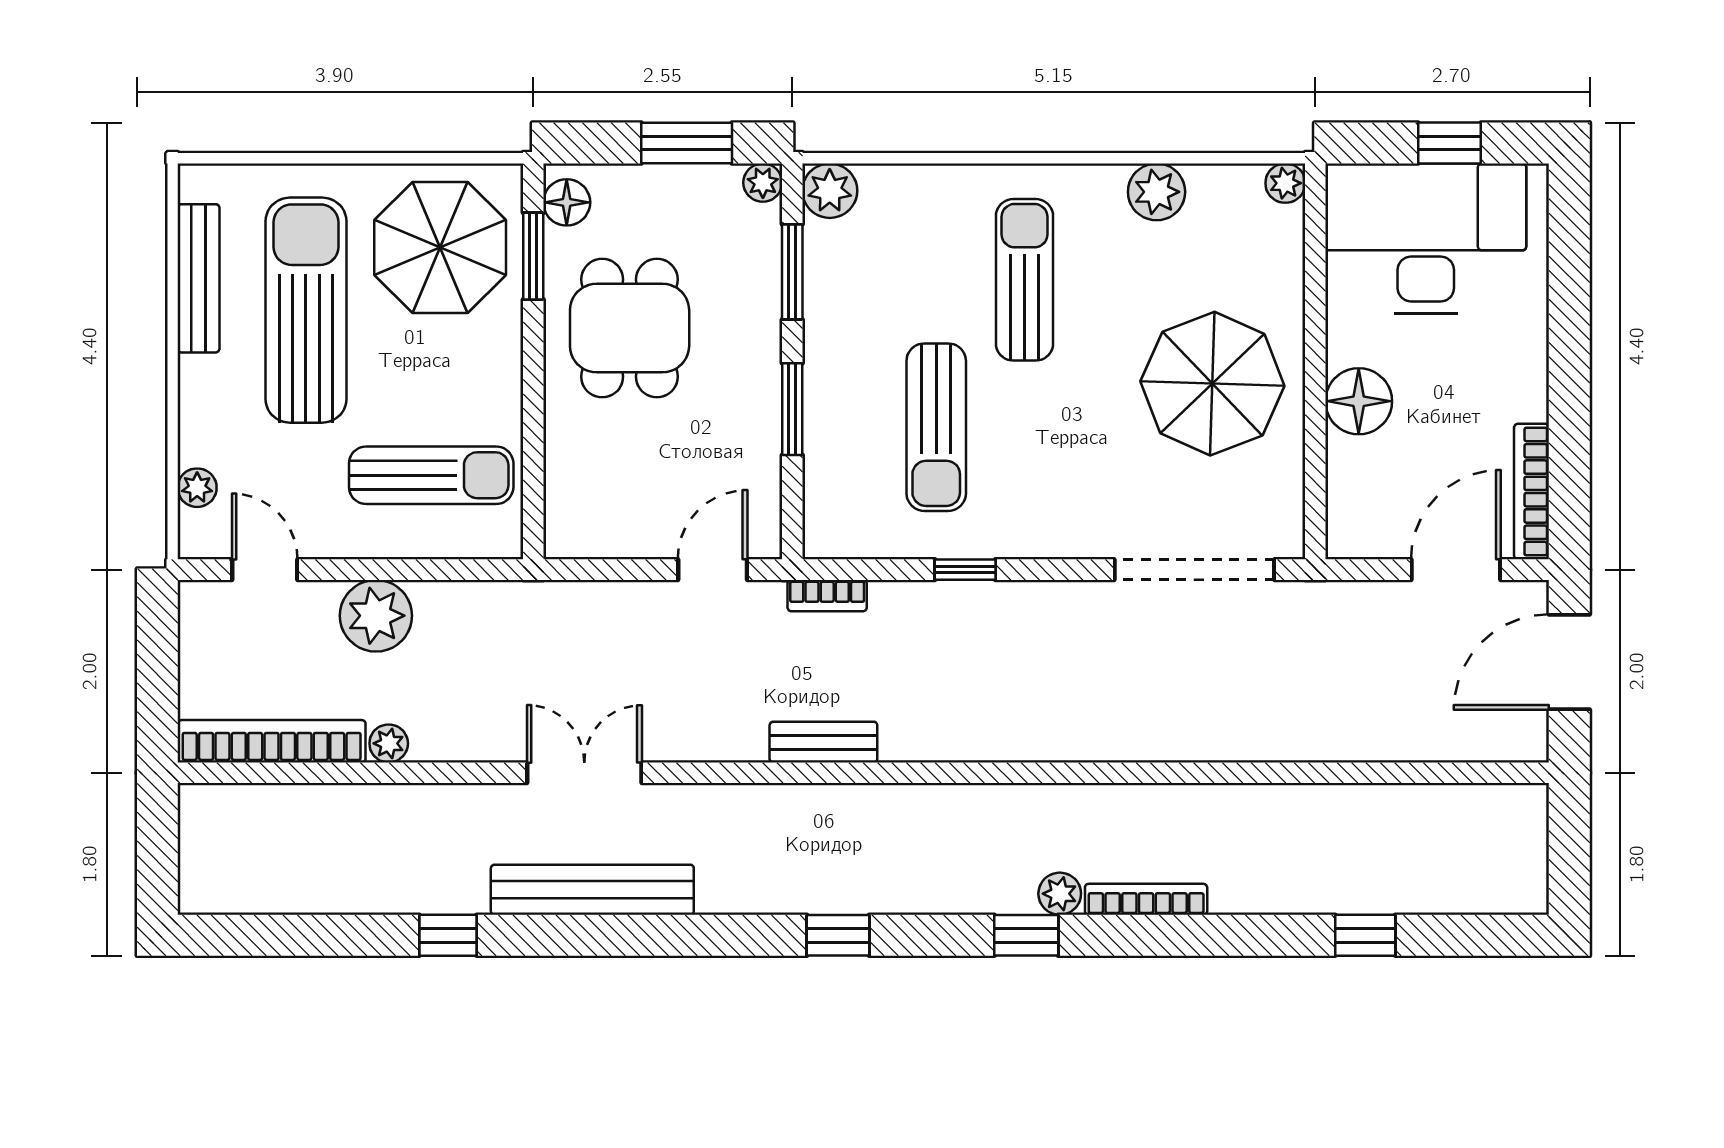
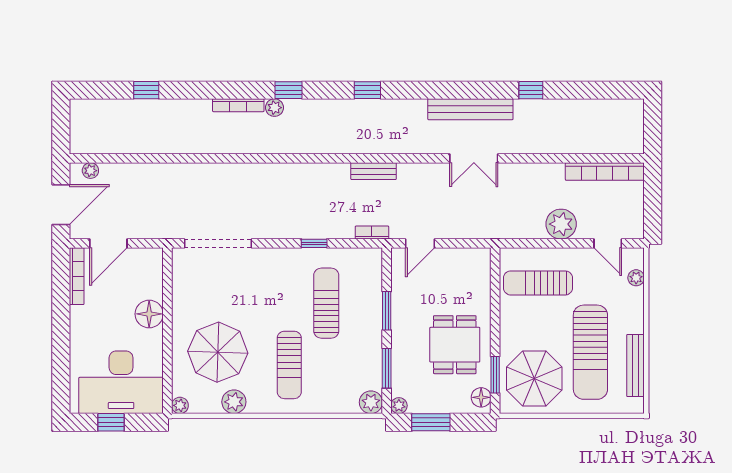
parasol: (1212, 384) -> (218, 352), moved
plant: (389, 743) -> (90, 171), moved

